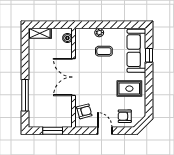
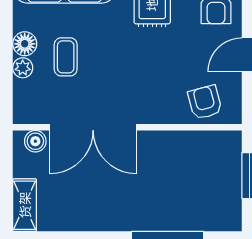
floor lamp: (110, 33) -> (25, 44), added
double door: (73, 77) -> (93, 127), moved

